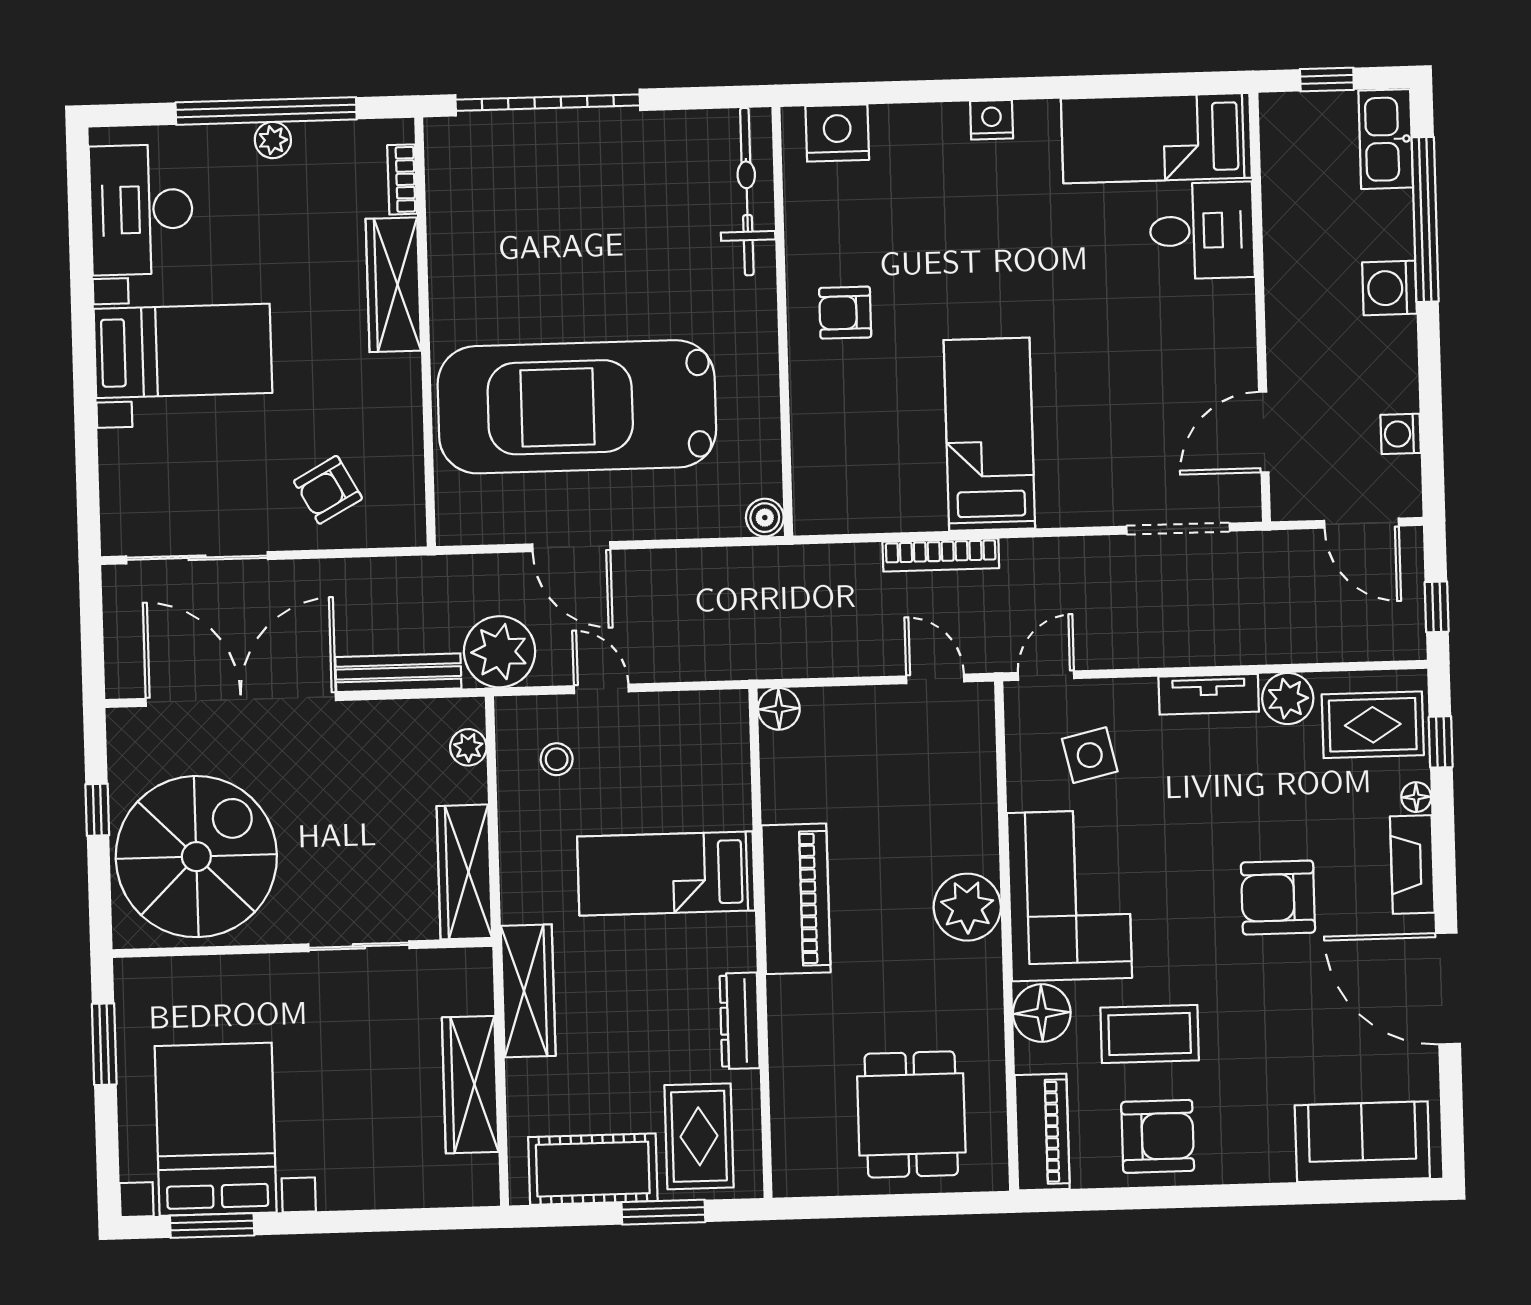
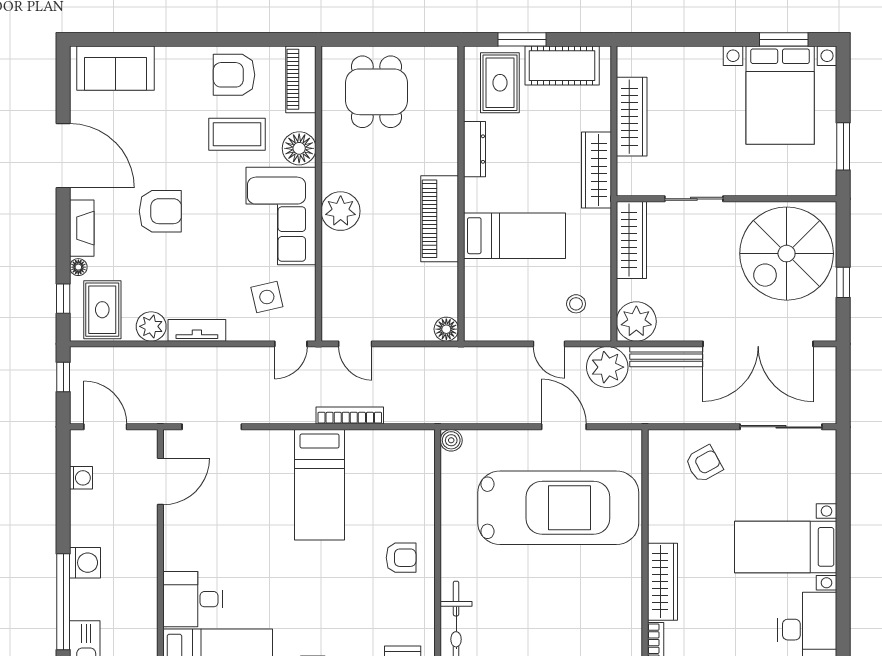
rug: (1373, 725) -> (102, 310), turned 90
plant: (468, 747) -> (636, 321), width x1.87, depth x1.87

